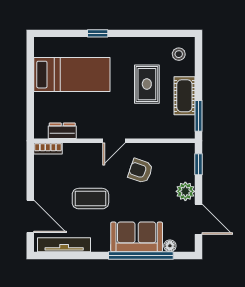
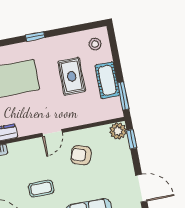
window: (98, 33) -> (35, 36), moved
plant: (185, 191) -> (118, 131), moved
coffee table: (90, 199) -> (41, 189), width x0.73, depth x0.77

